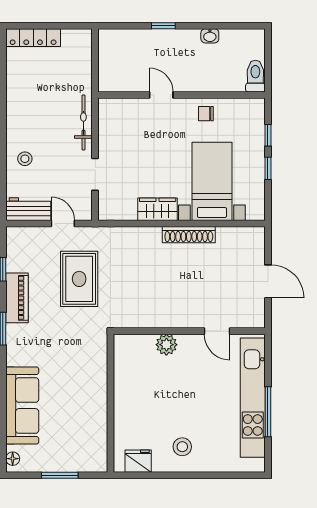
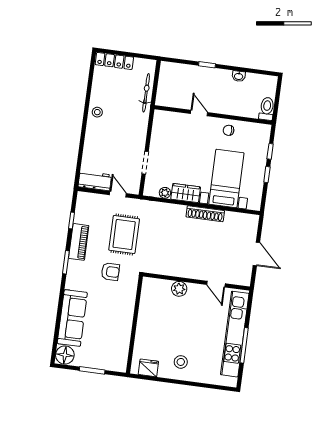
bicycle: (83, 122) -> (146, 93), moved
stool: (25, 159) -> (97, 112), moved
plant: (129, 213) -> (165, 193), added
armchair: (67, 334) -> (110, 272), added
floor lamp: (13, 459) -> (65, 355), width x1.89, depth x1.89

